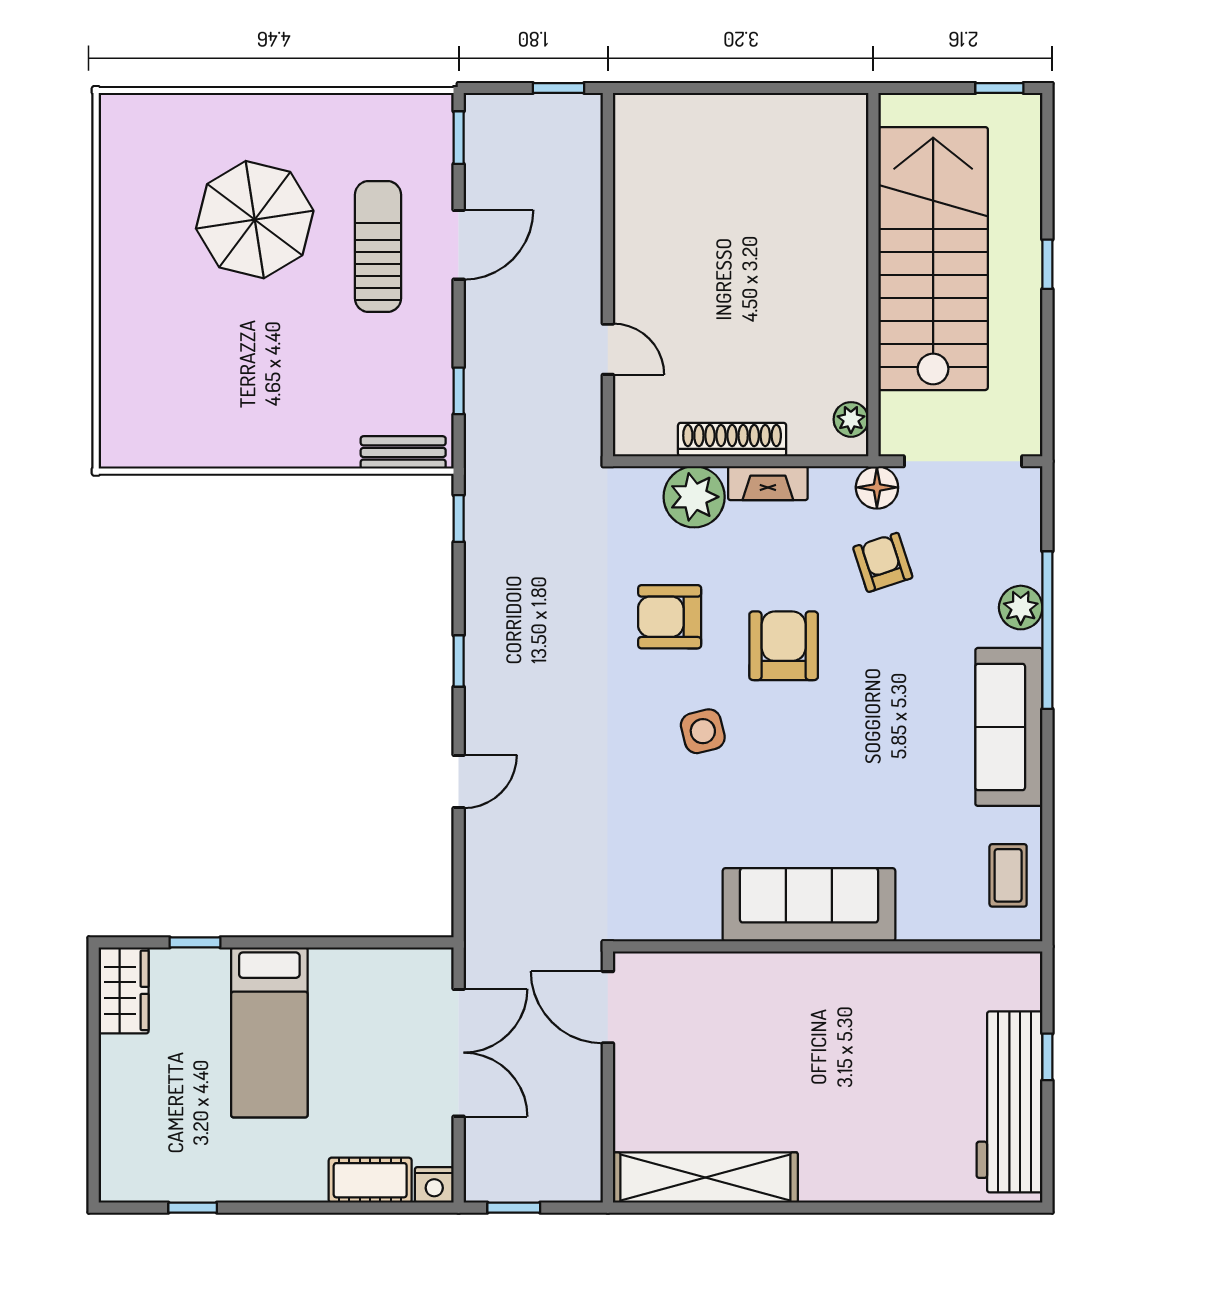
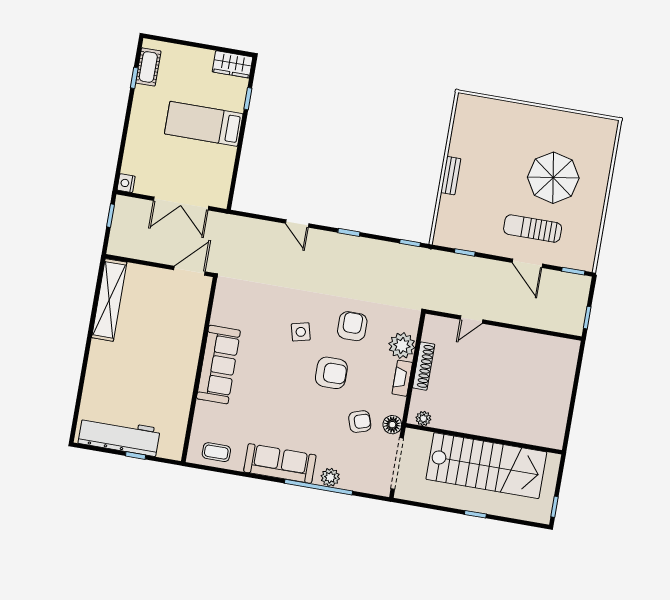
sun lounger: (378, 247) -> (533, 229), turned 180
bench: (403, 452) -> (451, 176), moved
cot: (370, 1180) -> (148, 67), moved

